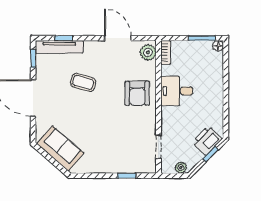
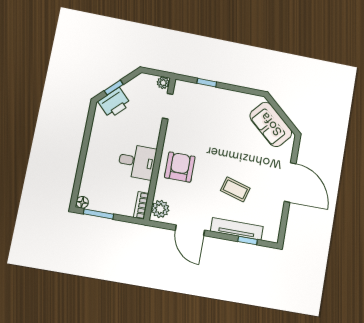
tv unit: (59, 47) -> (237, 229), moved
window: (33, 58) -> (283, 225), removed
plant: (181, 168) -> (163, 83), moved

